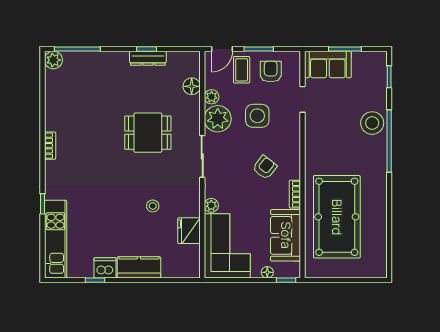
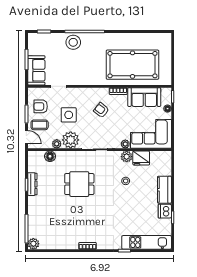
dining table: (148, 133) -> (79, 184), turned 90
plant: (191, 207) -> (127, 157), added

